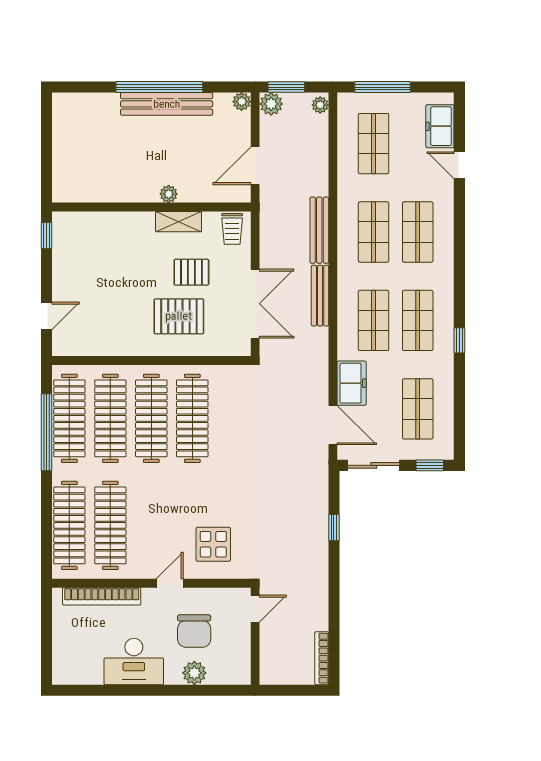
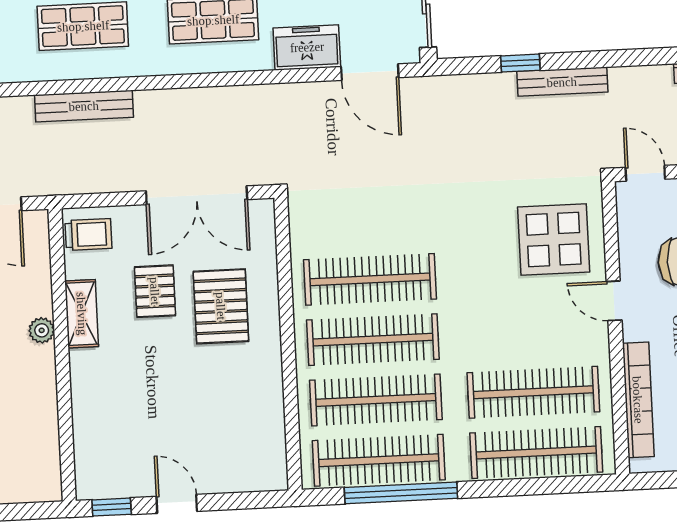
bench: (320, 296) -> (562, 82), moved
double door: (255, 304) -> (197, 195), swing flipped
door: (46, 316) -> (177, 504), moved
door: (333, 425) -> (370, 72), swing flipped
display table: (213, 544) -> (554, 239), width x1.36, depth x1.36

